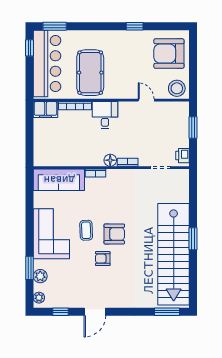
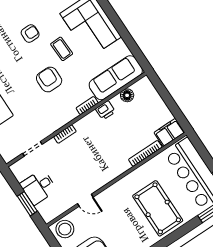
pool table: (90, 73) -> (158, 208), moved
desk: (105, 115) -> (38, 187), moved, turned 90
printer: (183, 156) -> (105, 110), moved, turned 90
floor lamp: (110, 160) -> (127, 95), moved
armchair: (114, 234) -> (49, 79), moved, turned 90

